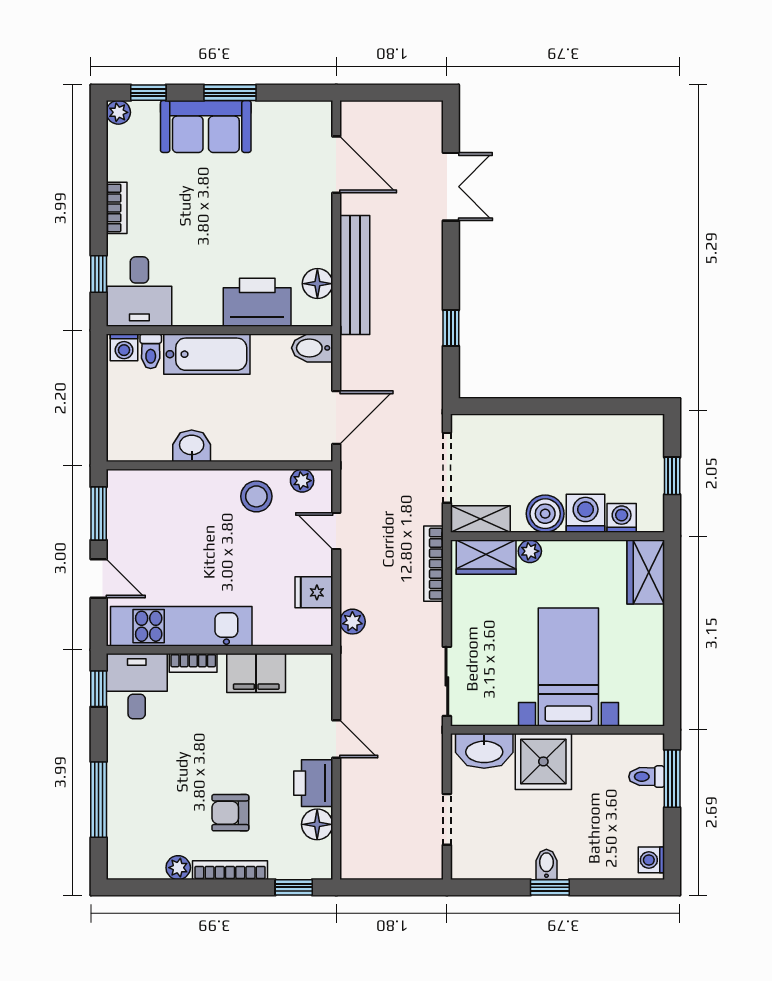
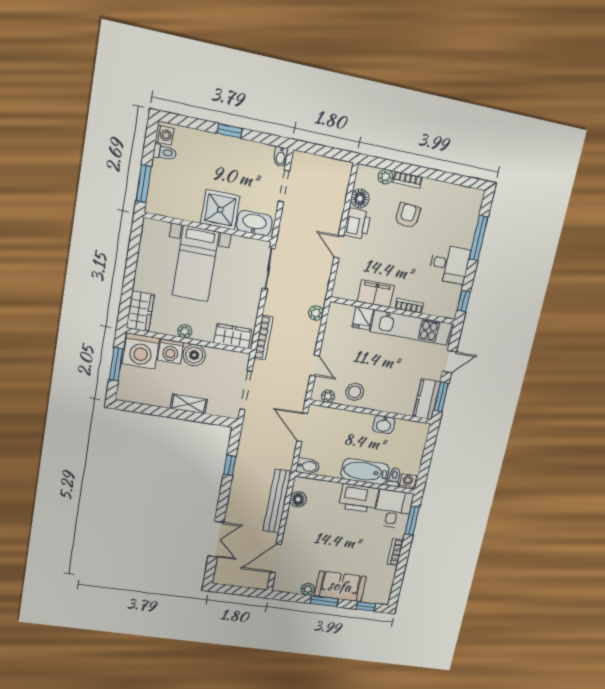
plant: (118, 112) -> (308, 589), moved
door: (336, 165) -> (276, 559), hinge flipped
double door: (451, 187) -> (216, 539), swing flipped
window: (99, 274) -> (412, 521), width x1.50
printer: (257, 302) -> (359, 498), moved
door: (336, 418) -> (302, 427), hinge flipped
window: (672, 476) -> (116, 364), width x1.50
kitchen counter: (124, 505) -> (427, 399), added
washing machine: (622, 518) -> (141, 351), width x1.89, depth x1.89
shelving: (480, 519) -> (189, 404), moved
plant: (530, 551) -> (185, 331), moved
door: (99, 579) -> (449, 362), swing flipped
fridge: (314, 592) -> (363, 318), moved, turned 90
desk: (137, 686) -> (449, 264), moved, turned -90
toilet: (647, 777) -> (165, 152), moved
armchair: (230, 813) -> (408, 216), turned -85
bidet: (546, 864) -> (281, 157), moved
plant: (178, 868) -> (385, 177), moved
bookcase: (230, 870) -> (408, 180), width x0.64
window: (294, 887) -> (381, 163), removed

